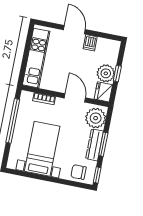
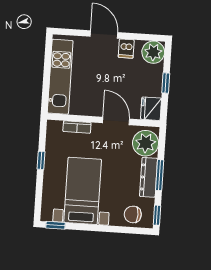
plant: (106, 73) -> (153, 52), moved
window: (13, 121) -> (41, 160), width x0.32
window: (18, 173) -> (55, 225), added

